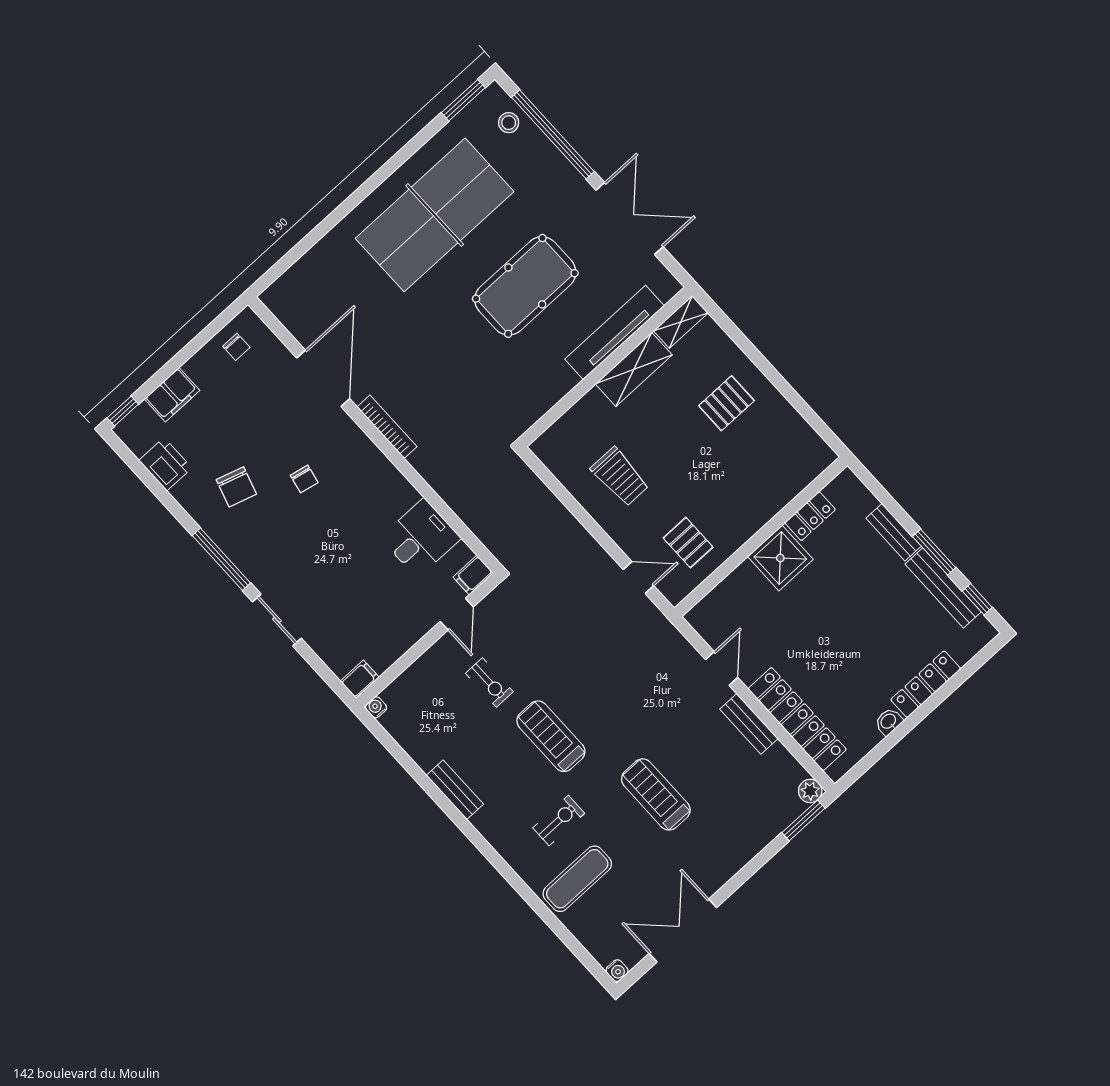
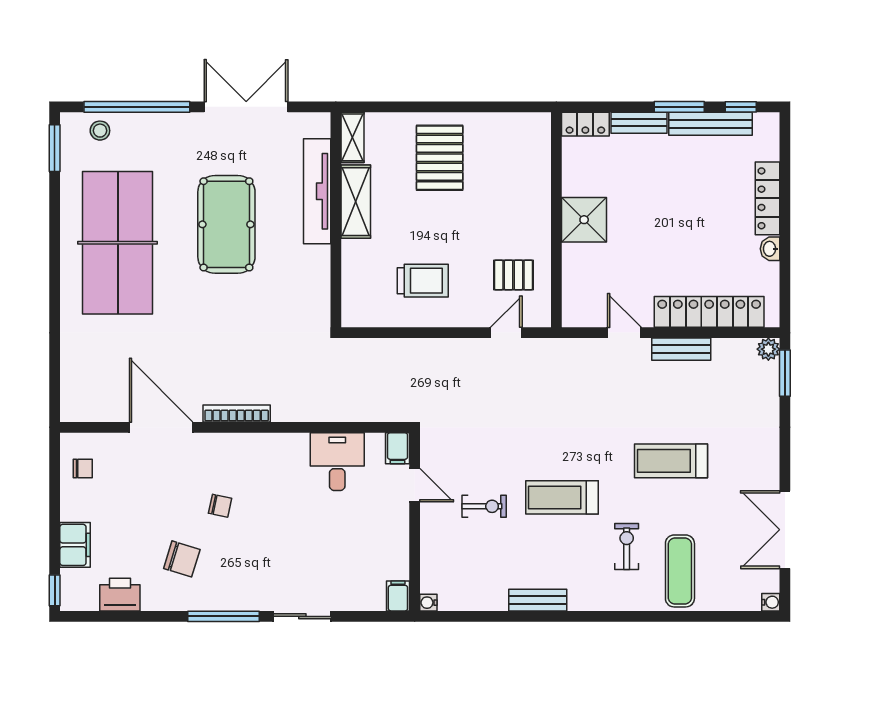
pallet: (727, 403) -> (440, 158), width x1.50, depth x1.42
locker: (810, 516) -> (585, 124), moved, turned 90

